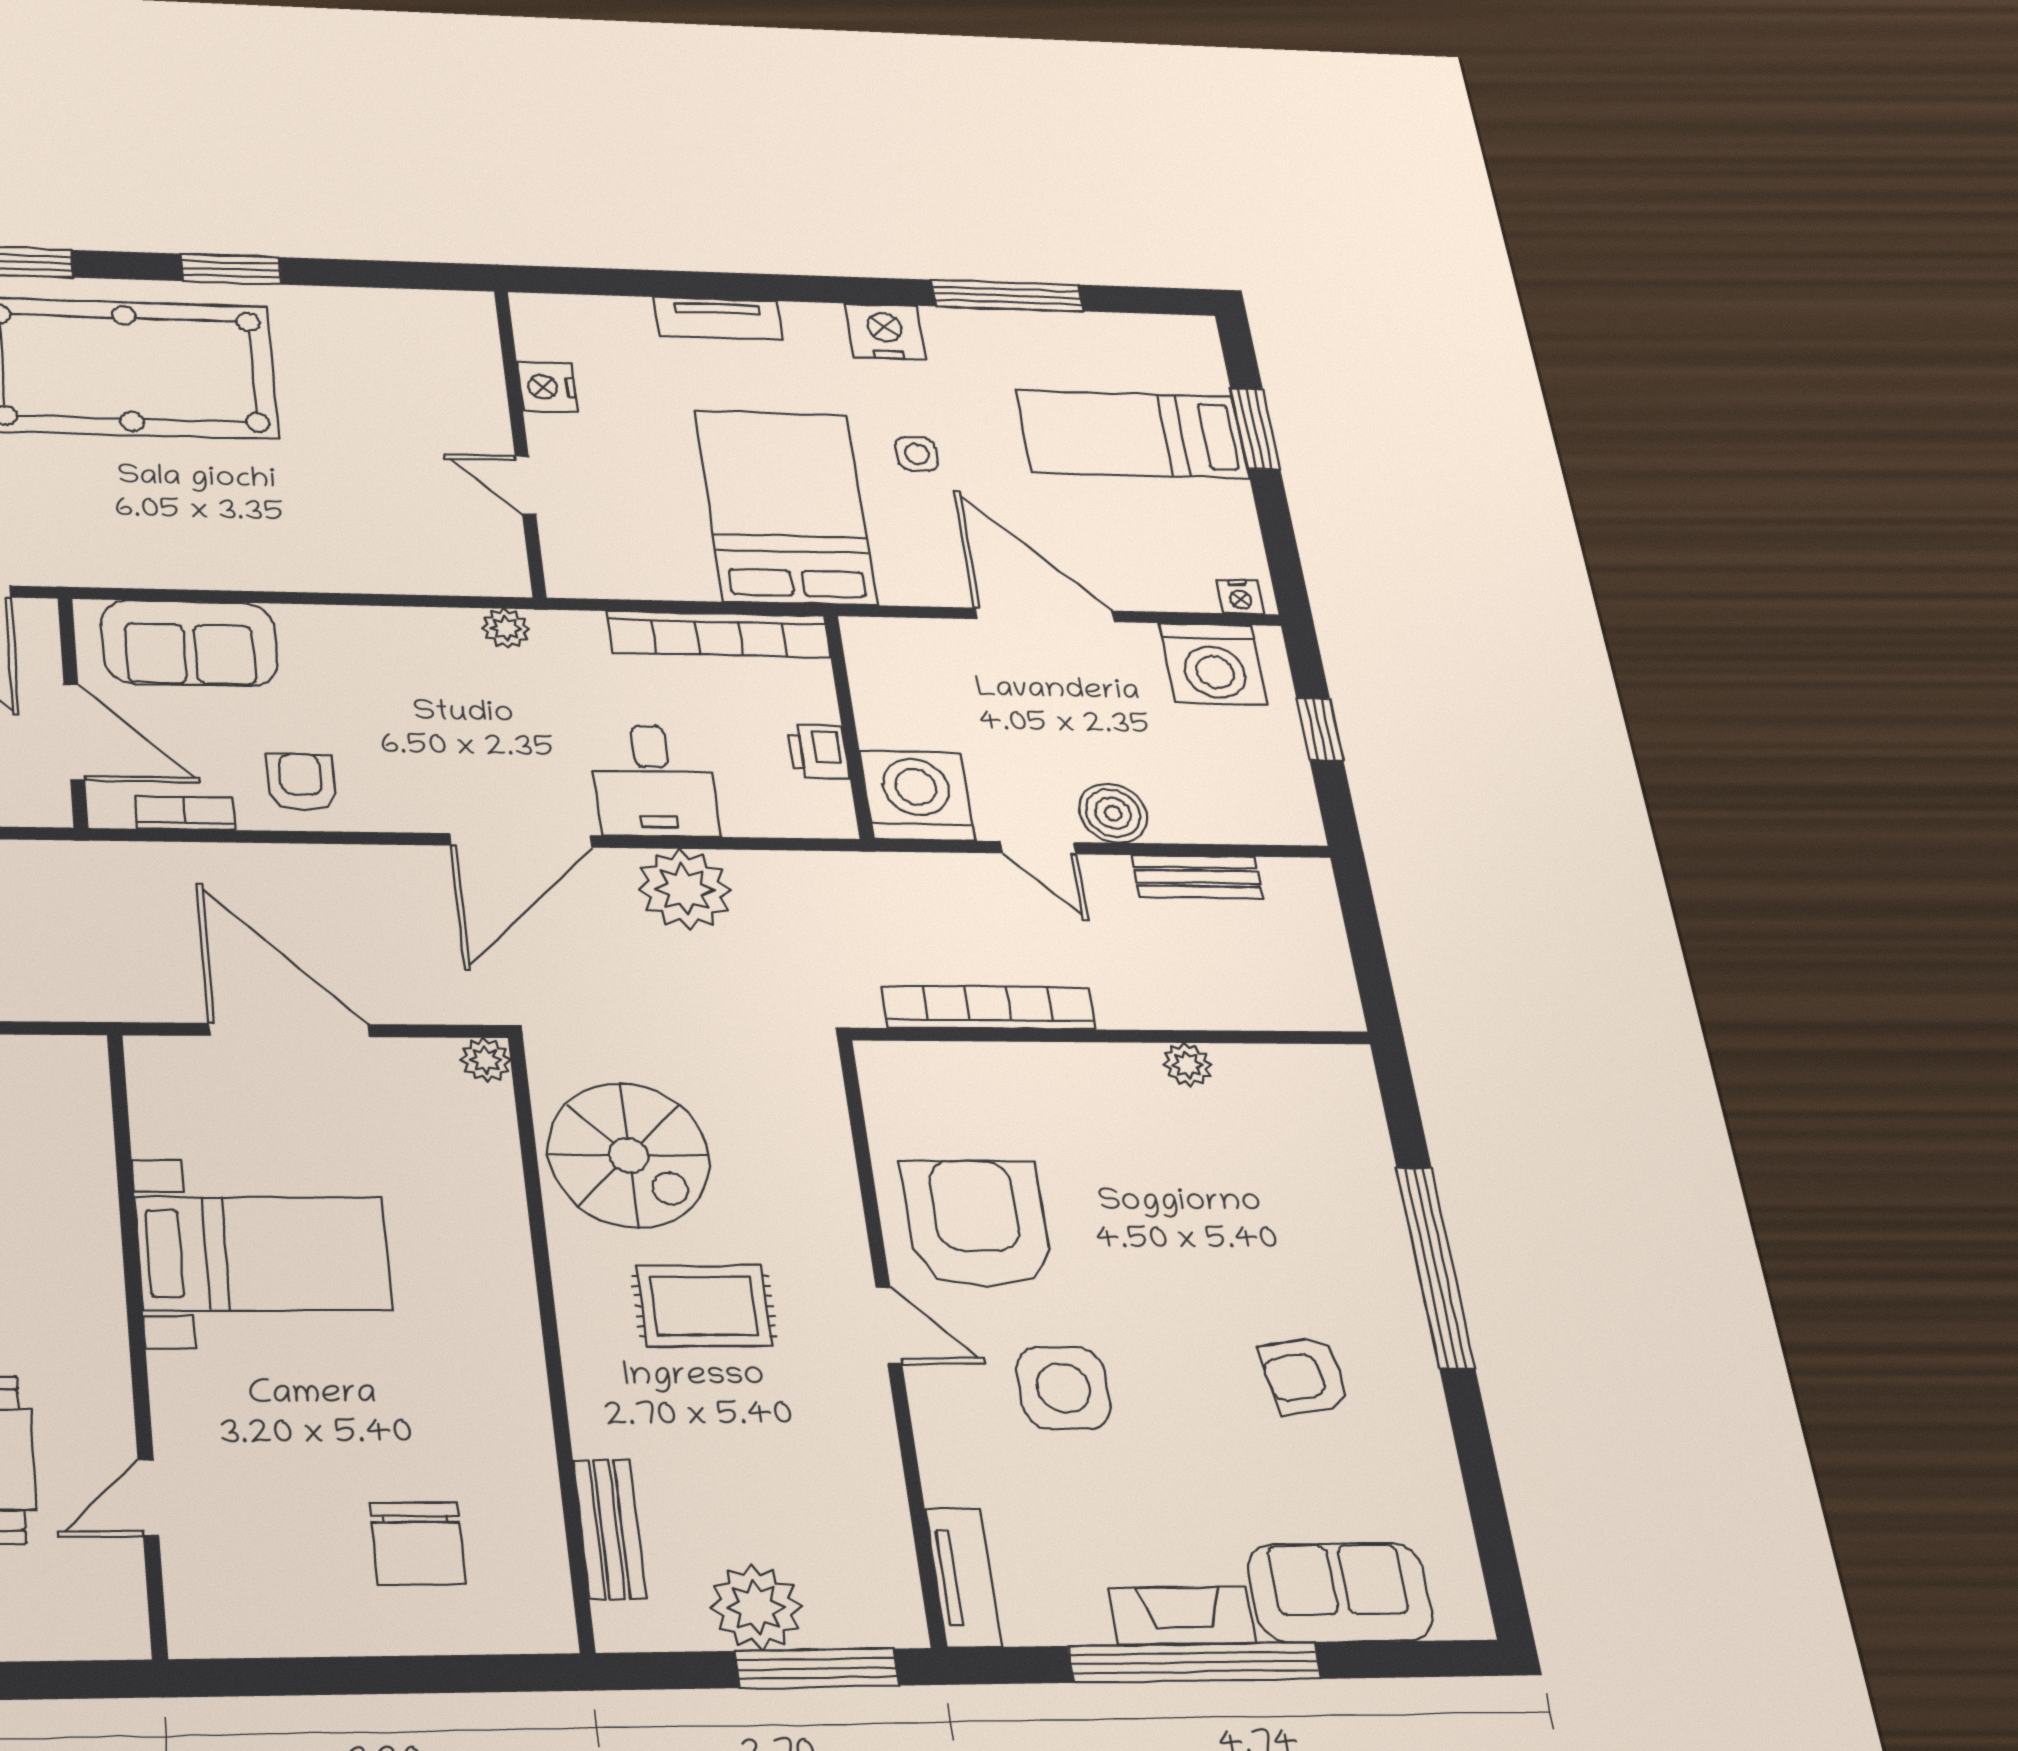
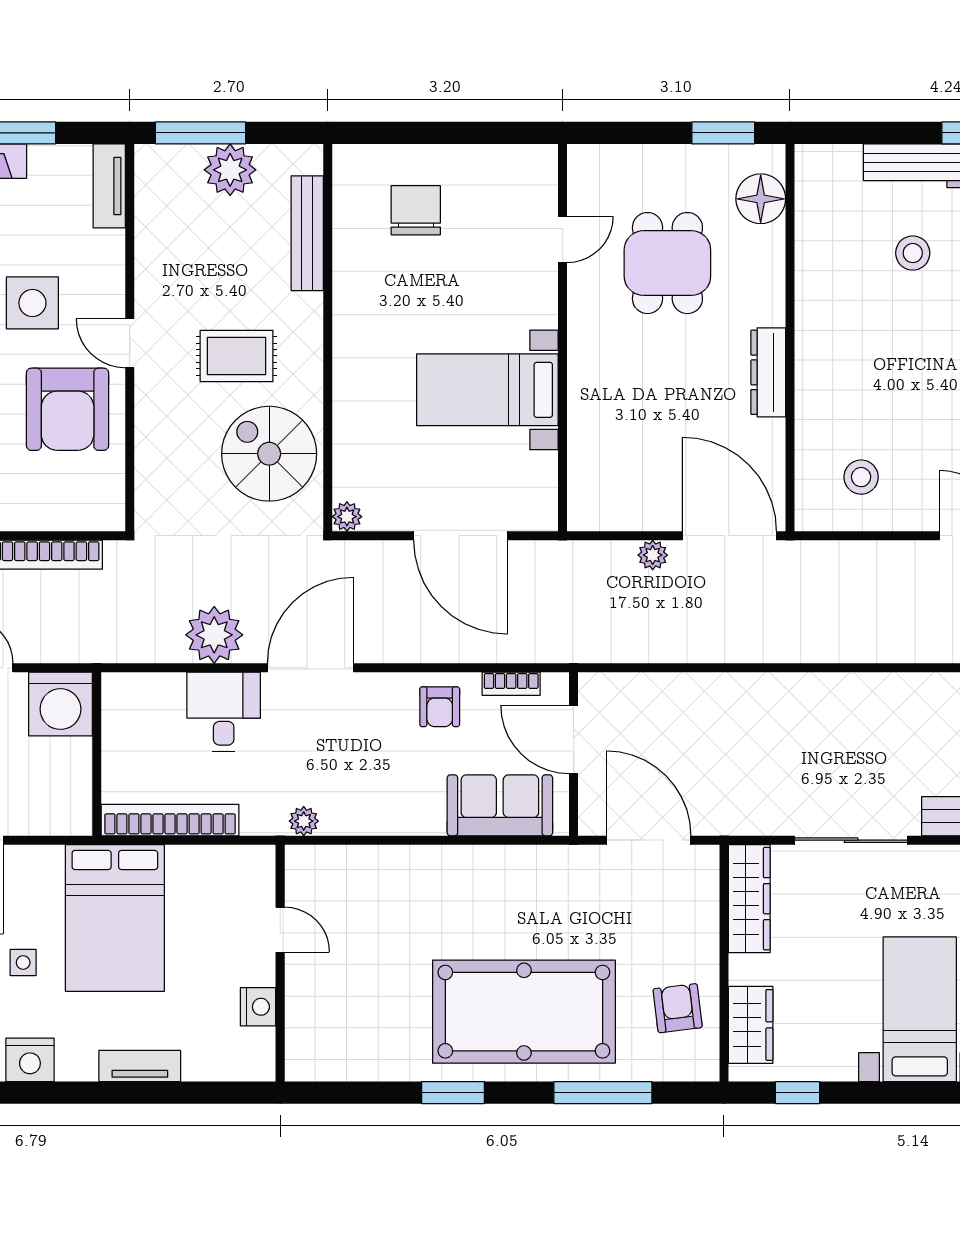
printer: (818, 752) -> (118, 735), removed
bench: (609, 1529) -> (307, 233), width x1.36

